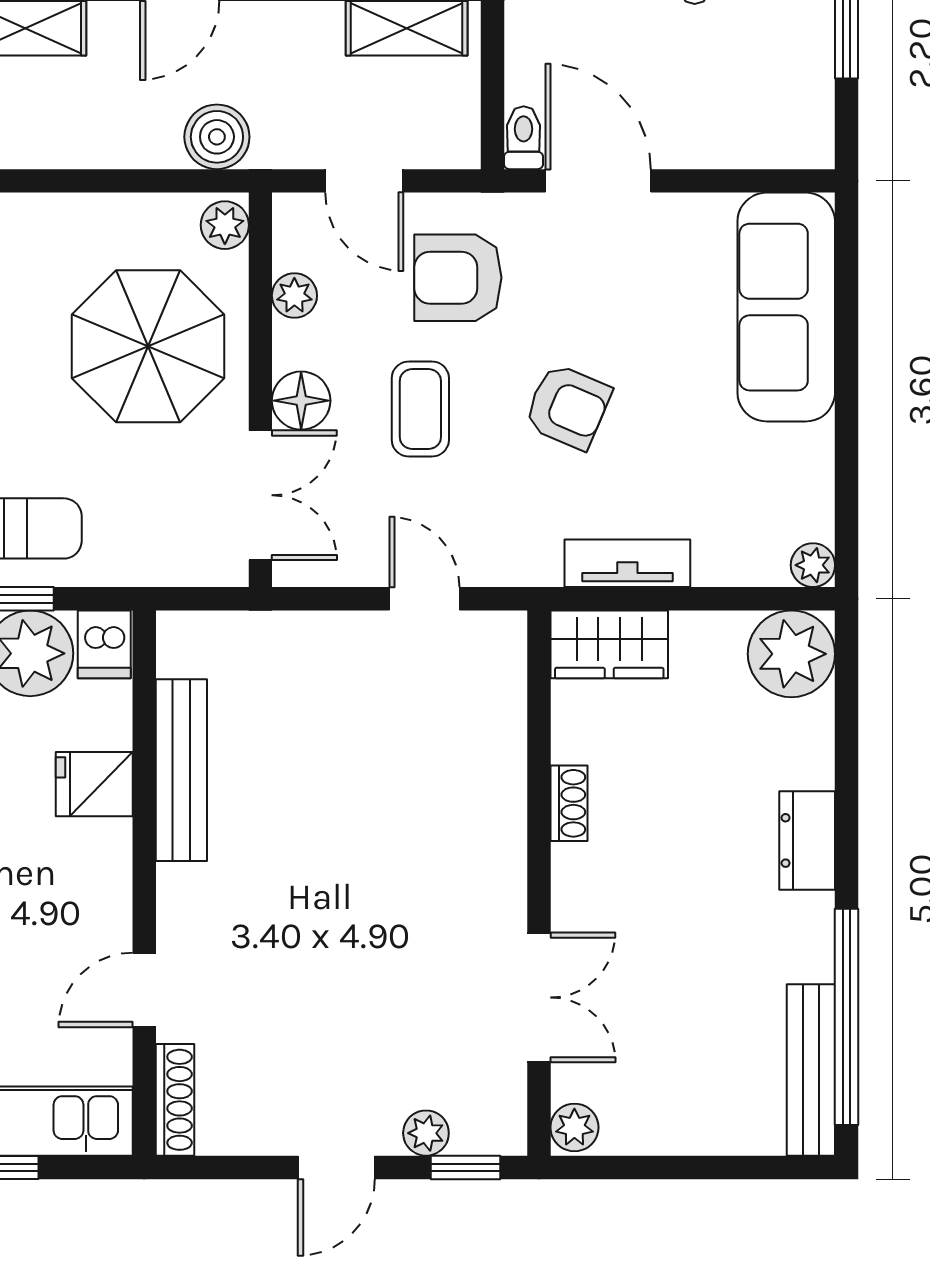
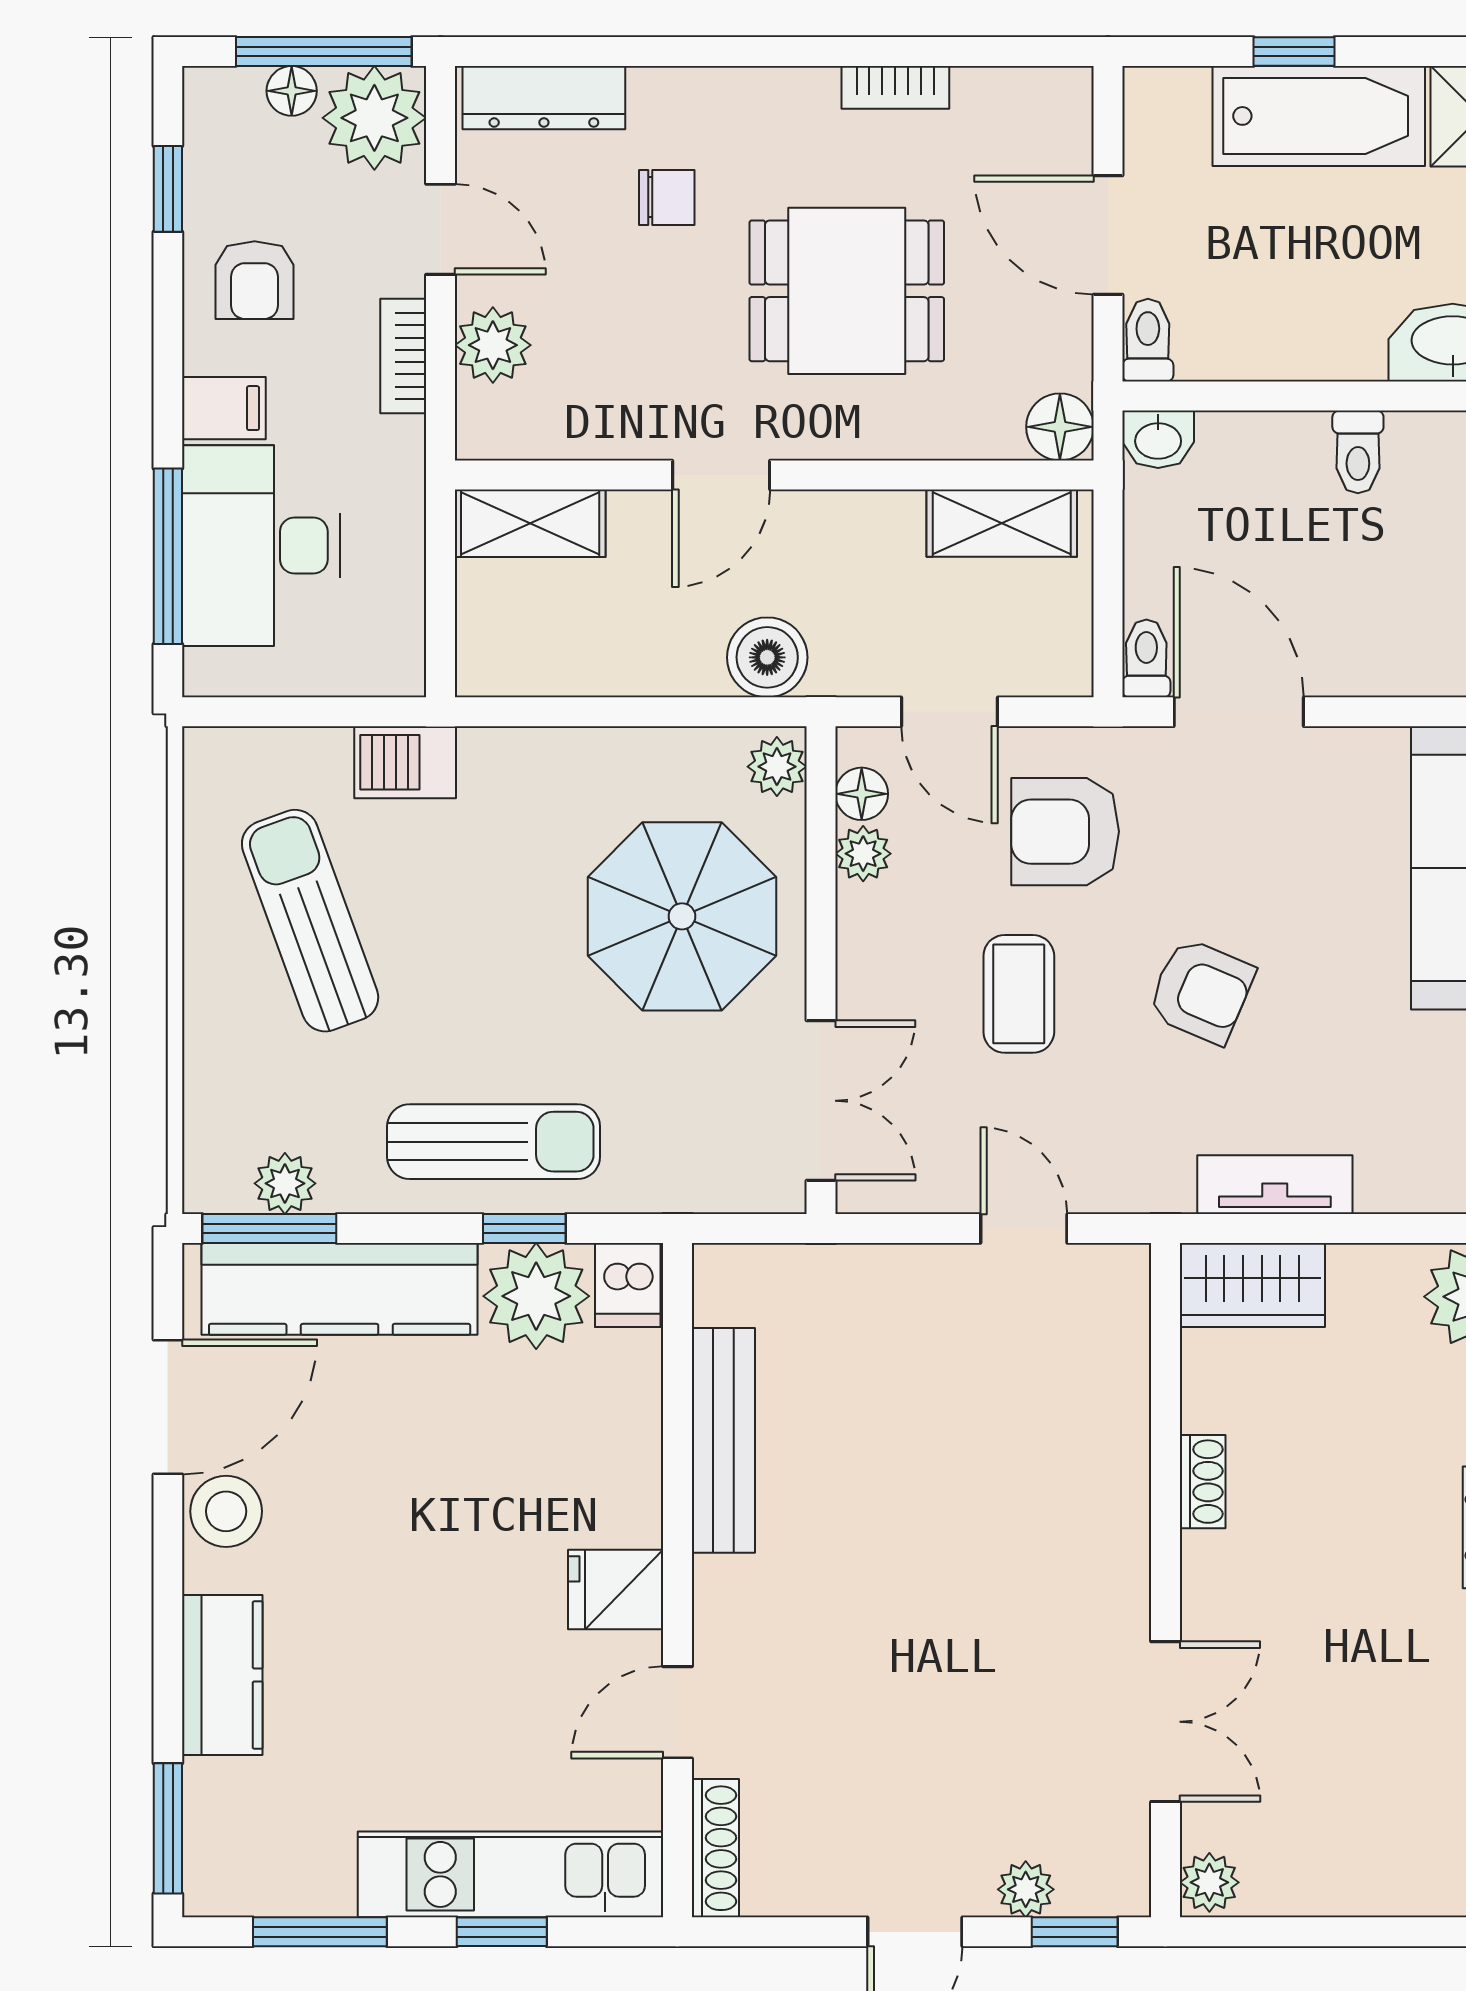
floor lamp: (301, 401) -> (862, 794), moved, width x0.73, depth x0.73
fridge: (94, 784) -> (616, 1589), moved

